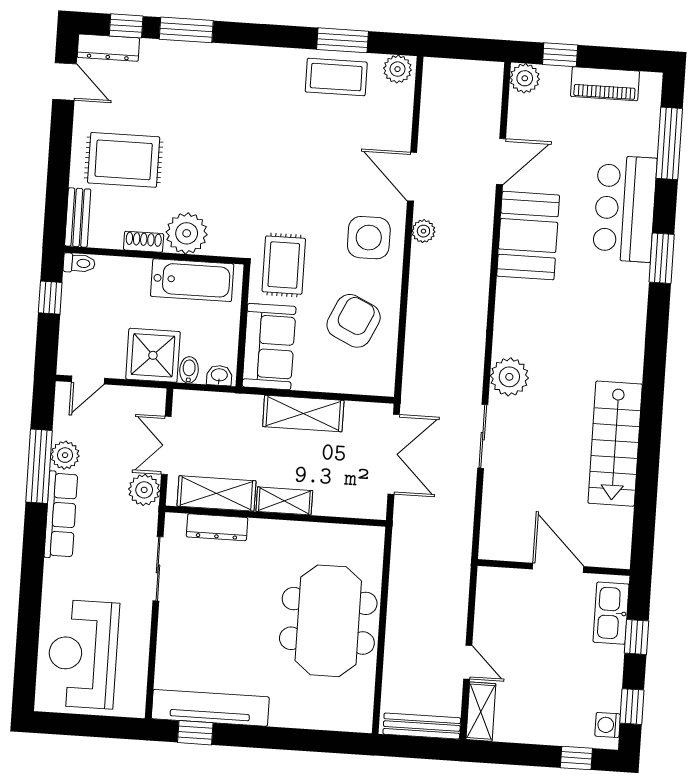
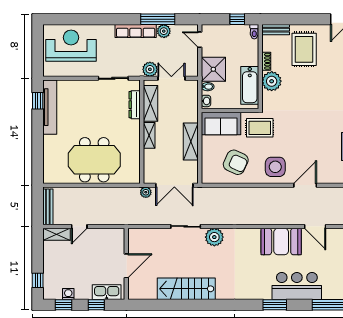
plant: (423, 231) -> (146, 192), moved
washing machine: (608, 725) -> (68, 294), moved

